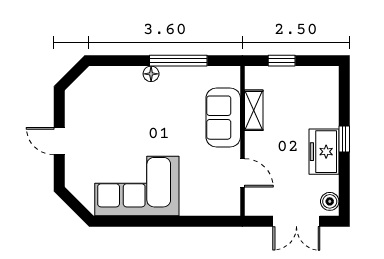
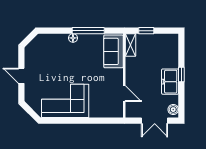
shelving: (254, 110) -> (131, 45), moved
sofa: (223, 118) -> (113, 51), moved

